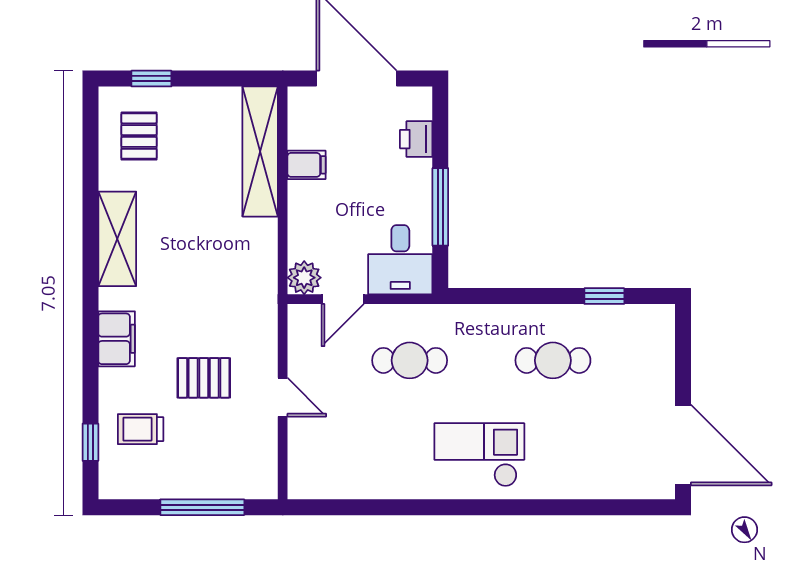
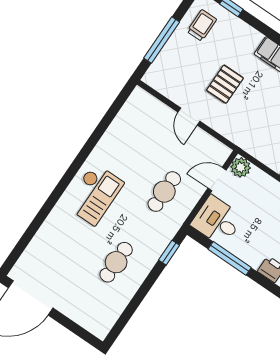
window: (604, 296) -> (169, 253), moved
door: (343, 299) -> (217, 179), hinge flipped
door: (283, 397) -> (189, 117), hinge flipped
trolley: (141, 429) -> (202, 25), moved

